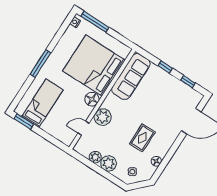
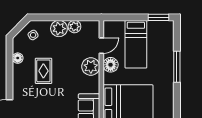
window: (40, 64) -> (177, 67), moved
floor lamp: (92, 99) -> (111, 65), moved
bed: (42, 103) -> (136, 44), moved

